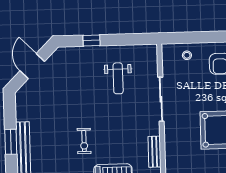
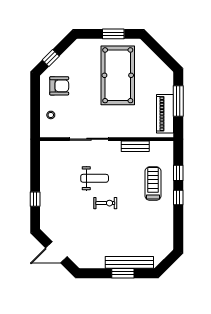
weight bench: (118, 78) -> (95, 178), moved
exercise bike: (84, 141) -> (105, 203), moved

